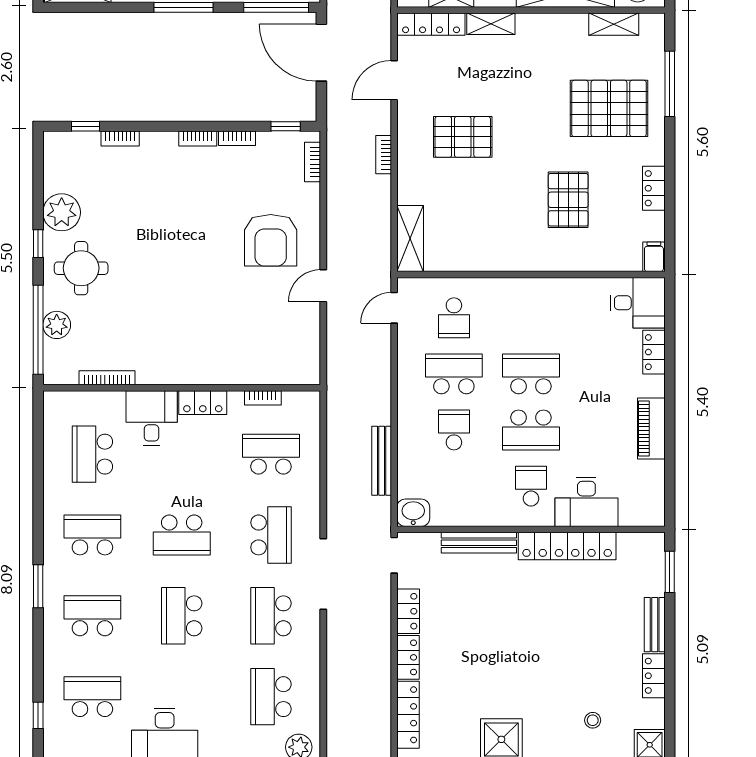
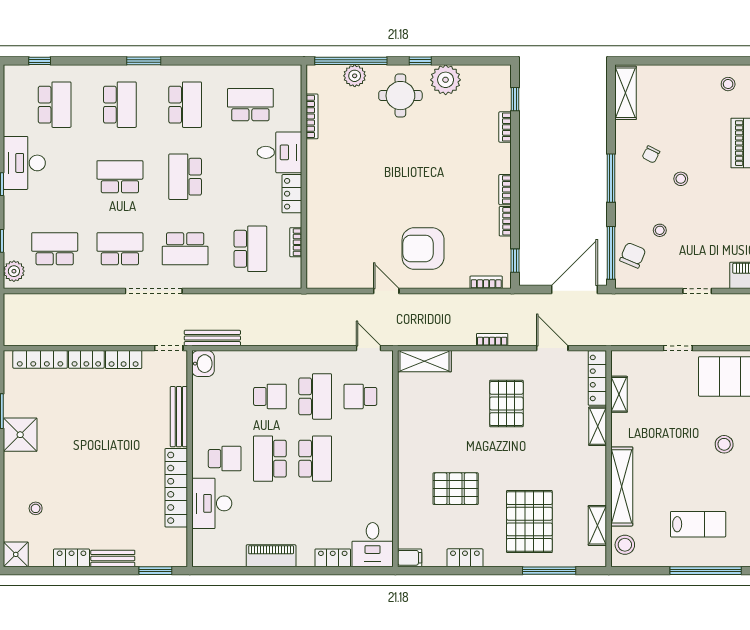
bench: (382, 461) -> (212, 338), moved

